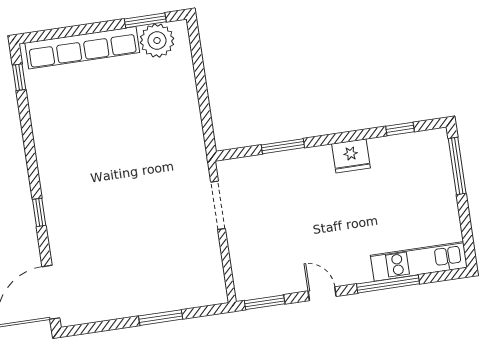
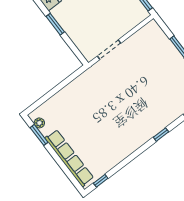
plant: (157, 40) -> (39, 123), width x0.53, depth x0.53
window: (283, 146) -> (55, 24), moved

